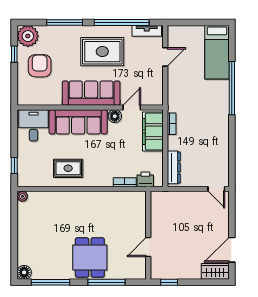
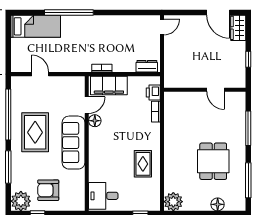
tv unit: (147, 31) -> (16, 91), removed
door: (132, 107) -> (87, 105), swing flipped
sofa: (78, 122) -> (100, 155), removed
dresser: (174, 167) -> (147, 66), width x0.70
plant: (22, 196) -> (173, 202), width x1.88, depth x1.88
dining table: (90, 258) -> (213, 161), moved, turned 90
floor lamp: (24, 272) -> (218, 204), moved
window: (169, 282) -> (248, 59), moved

